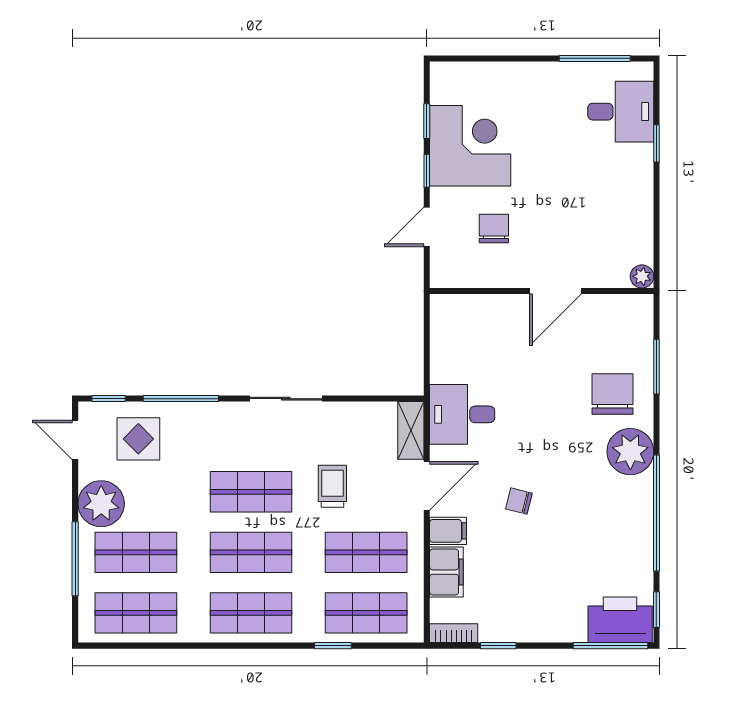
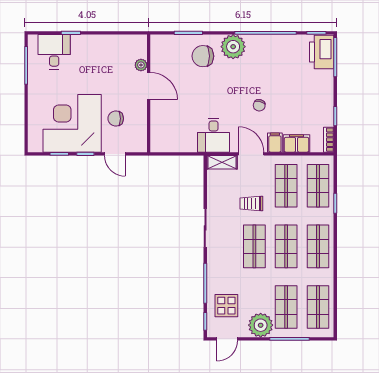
corner desk: (470, 146) -> (72, 123), width x1.36, depth x1.36
plant: (642, 276) -> (141, 65), moved

